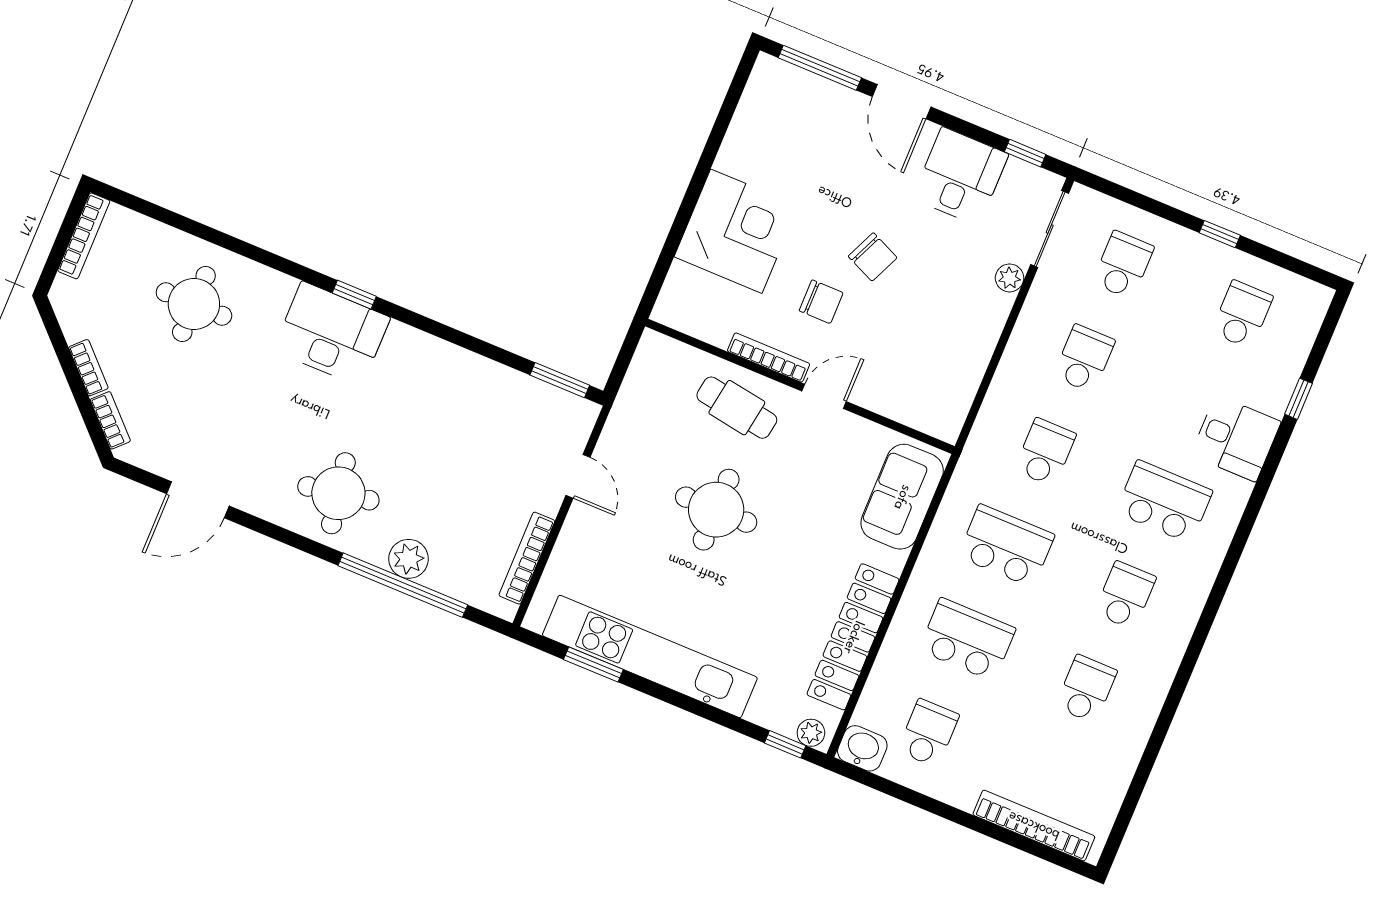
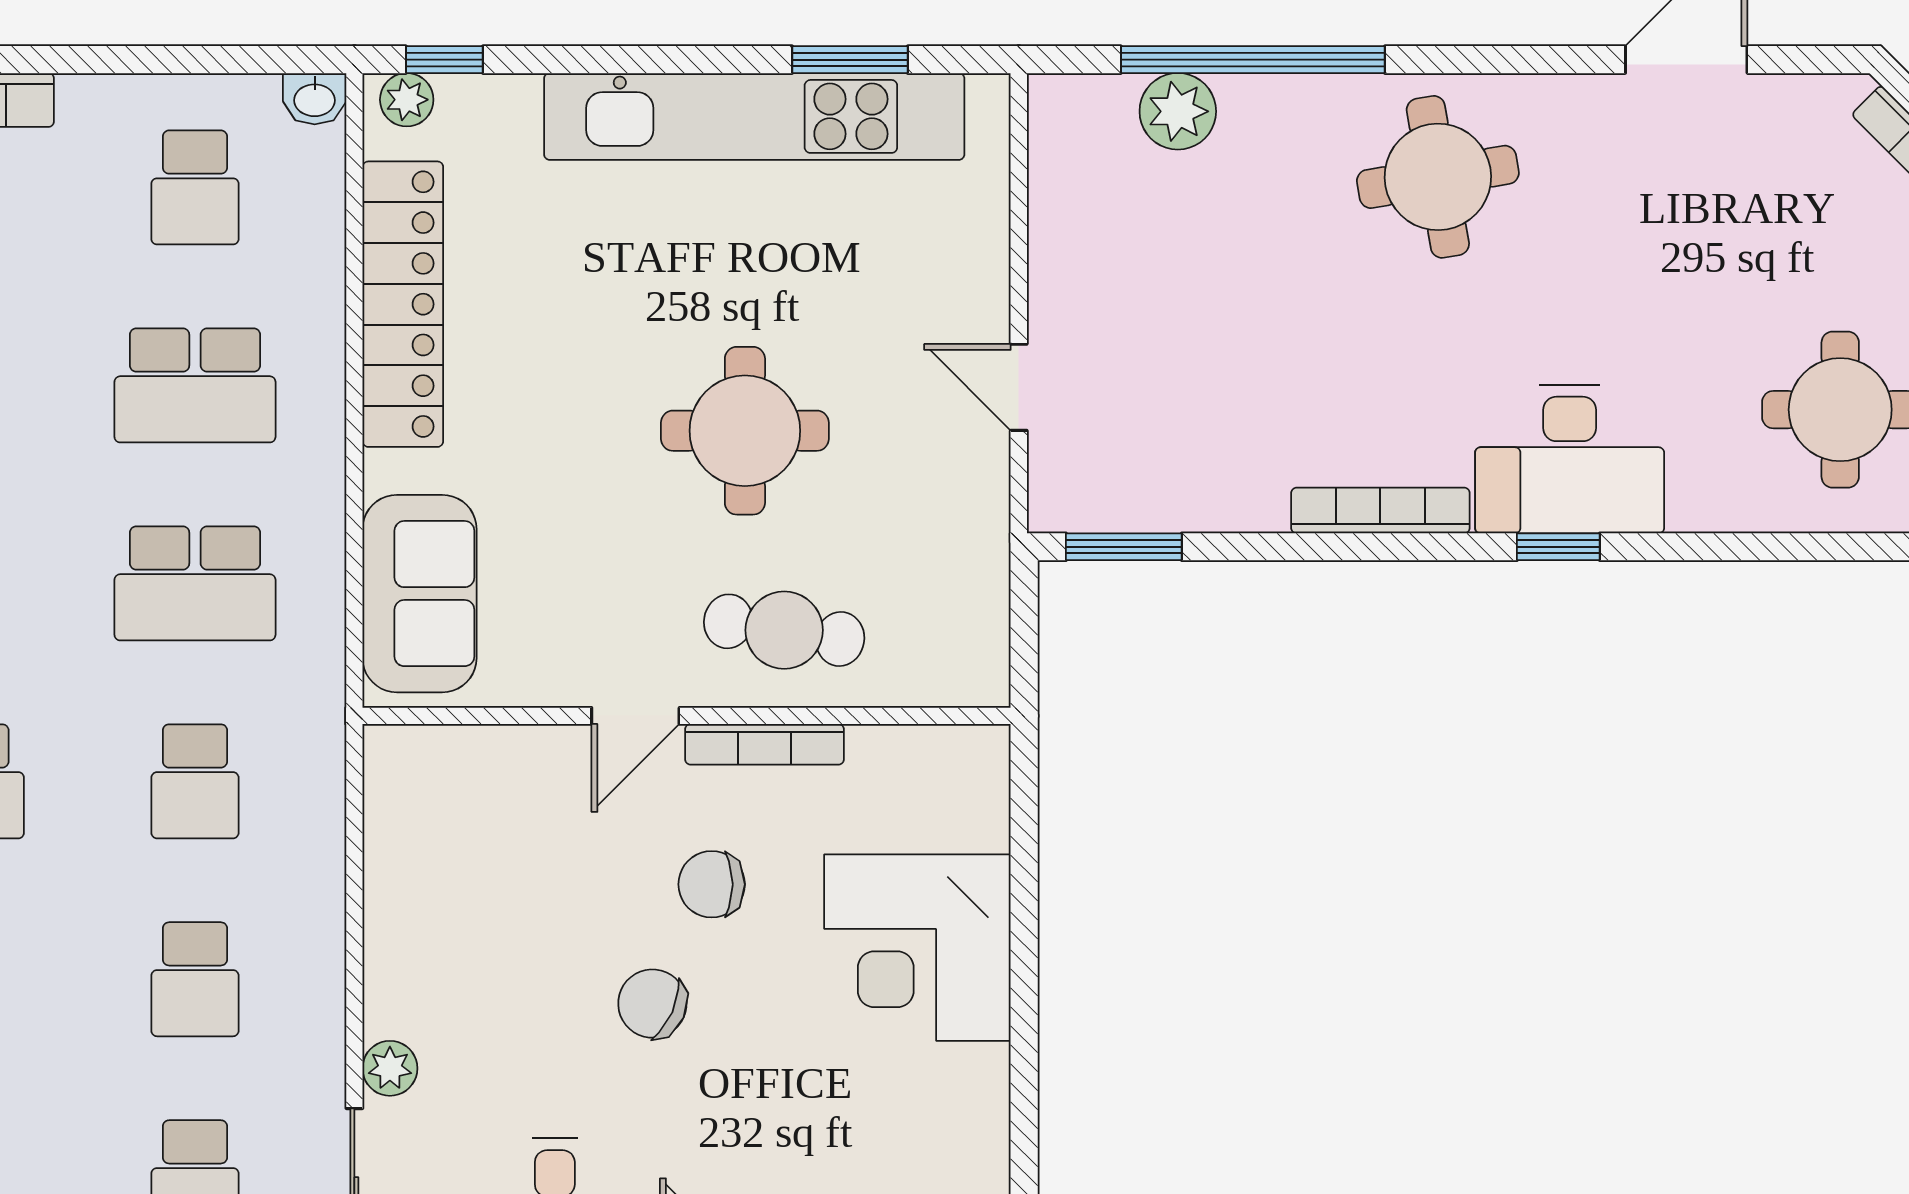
bookcase: (527, 558) -> (1380, 510), moved, turned -90
plant: (409, 559) -> (1178, 111), moved
washbasin: (862, 748) -> (315, 99), width x0.72, depth x0.69

